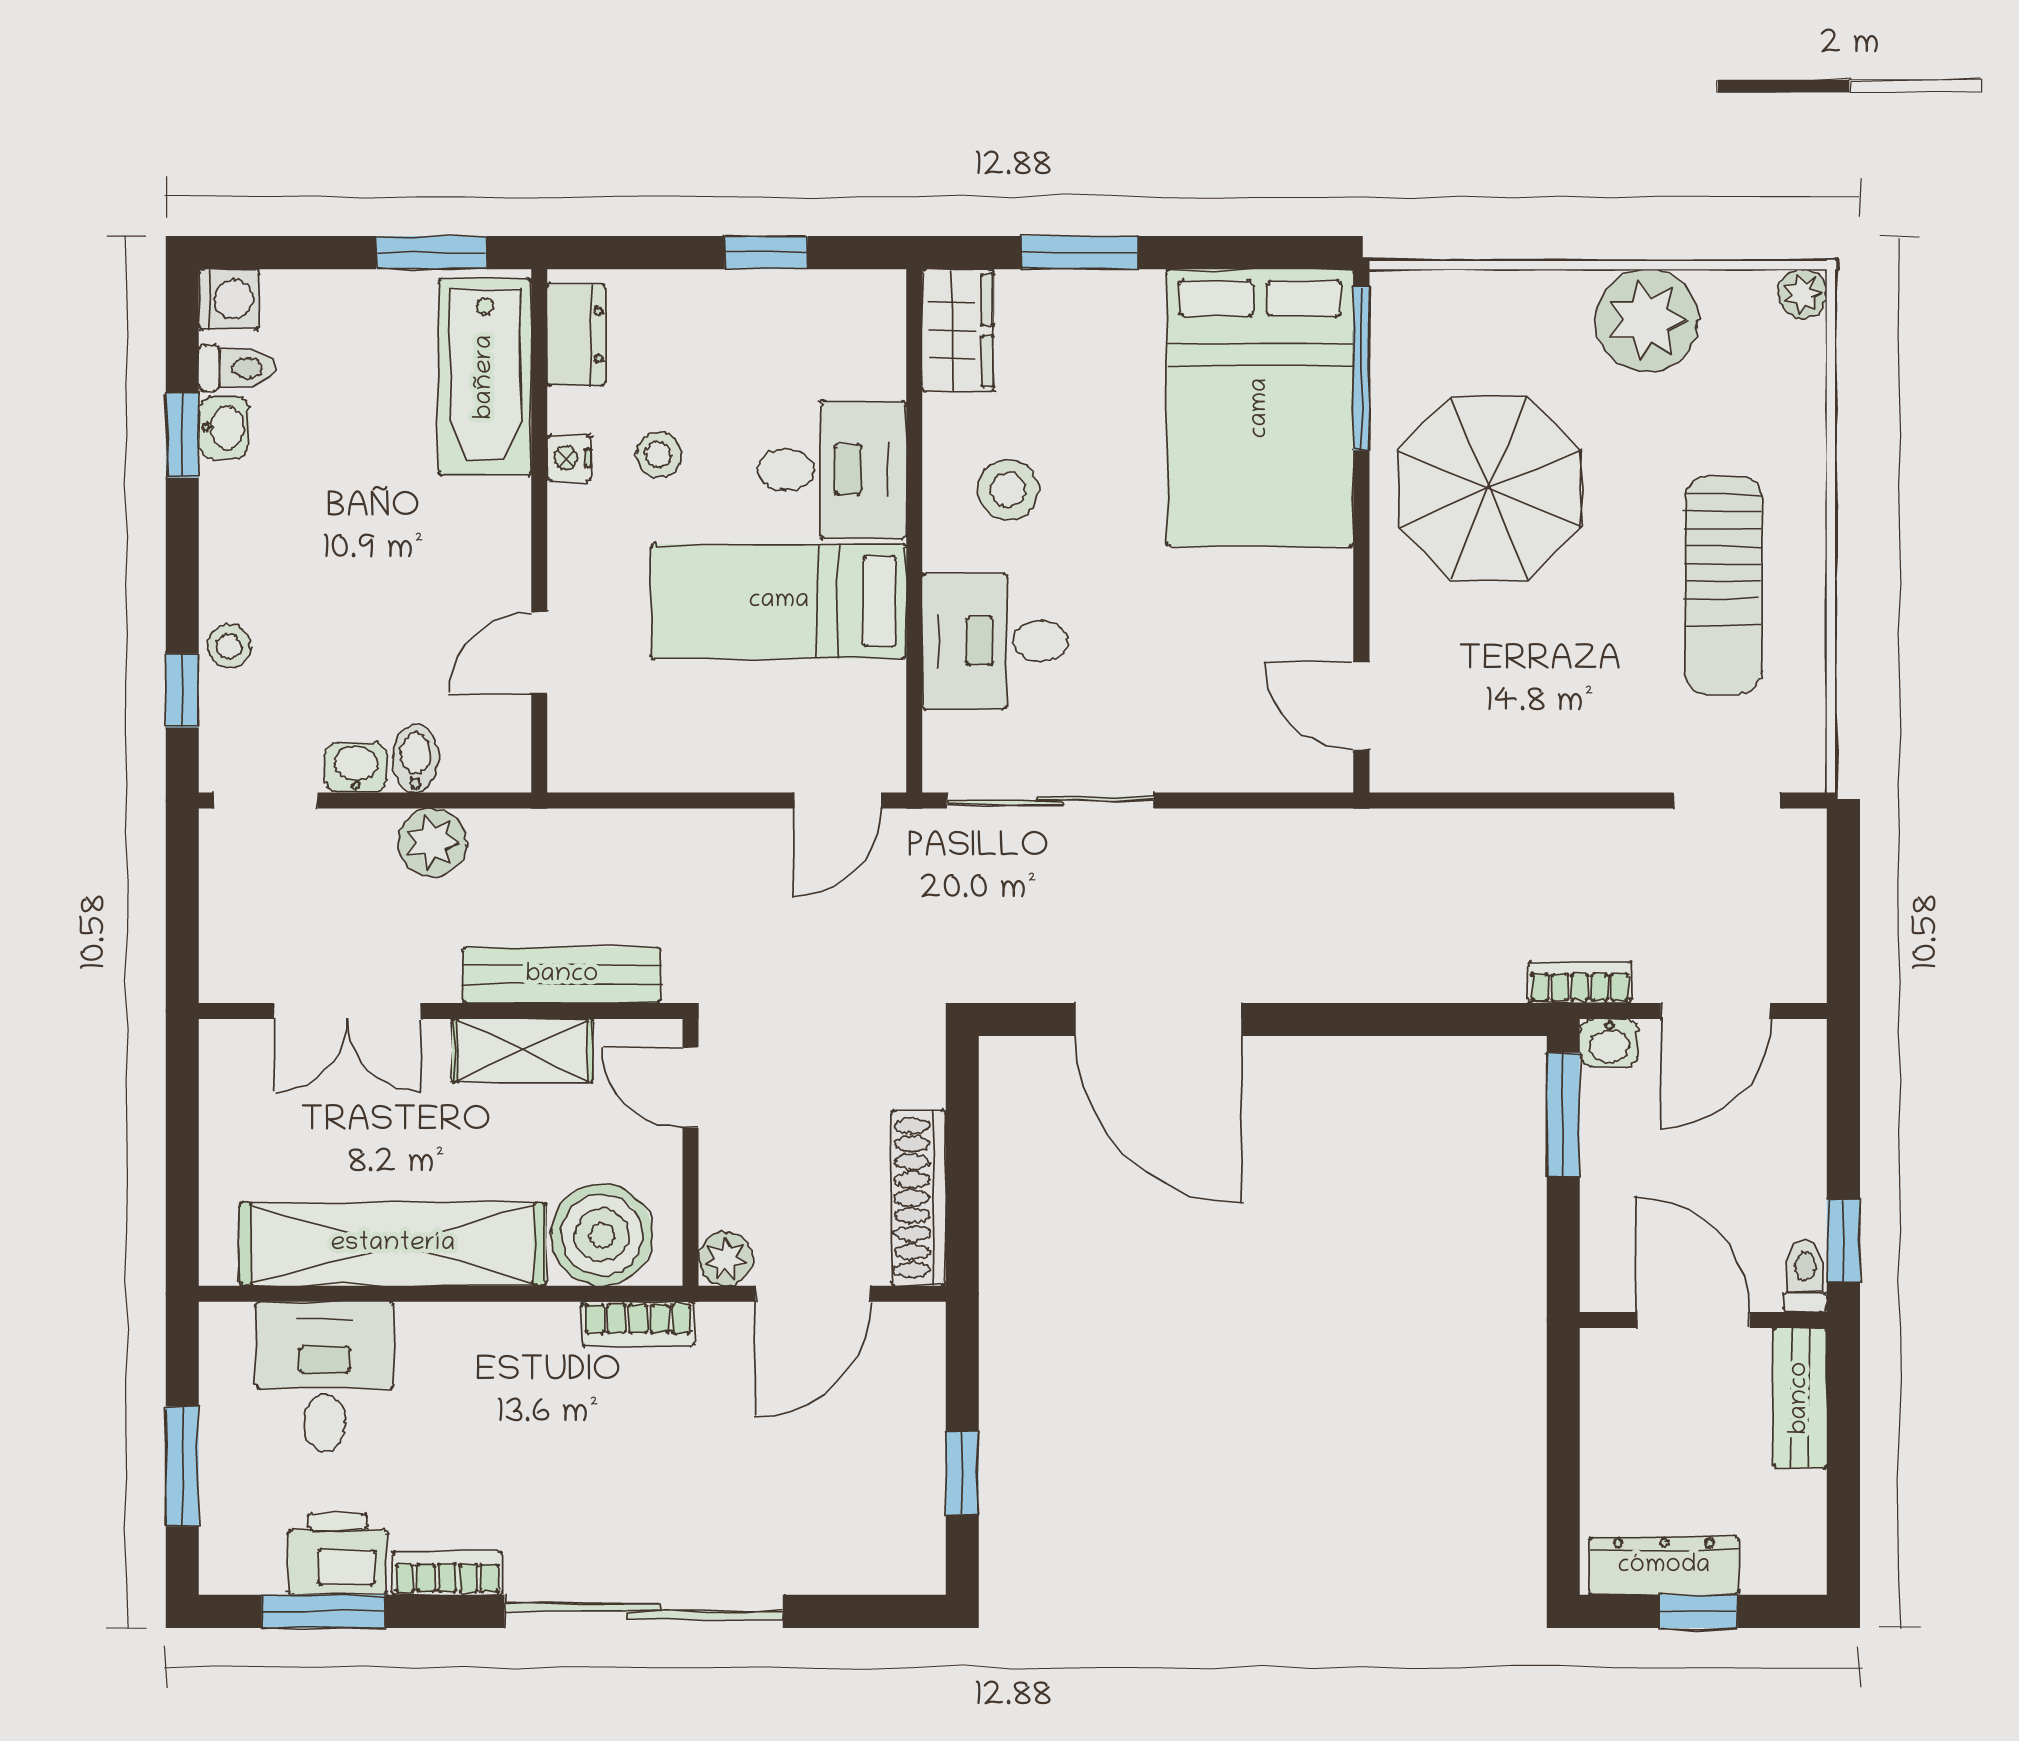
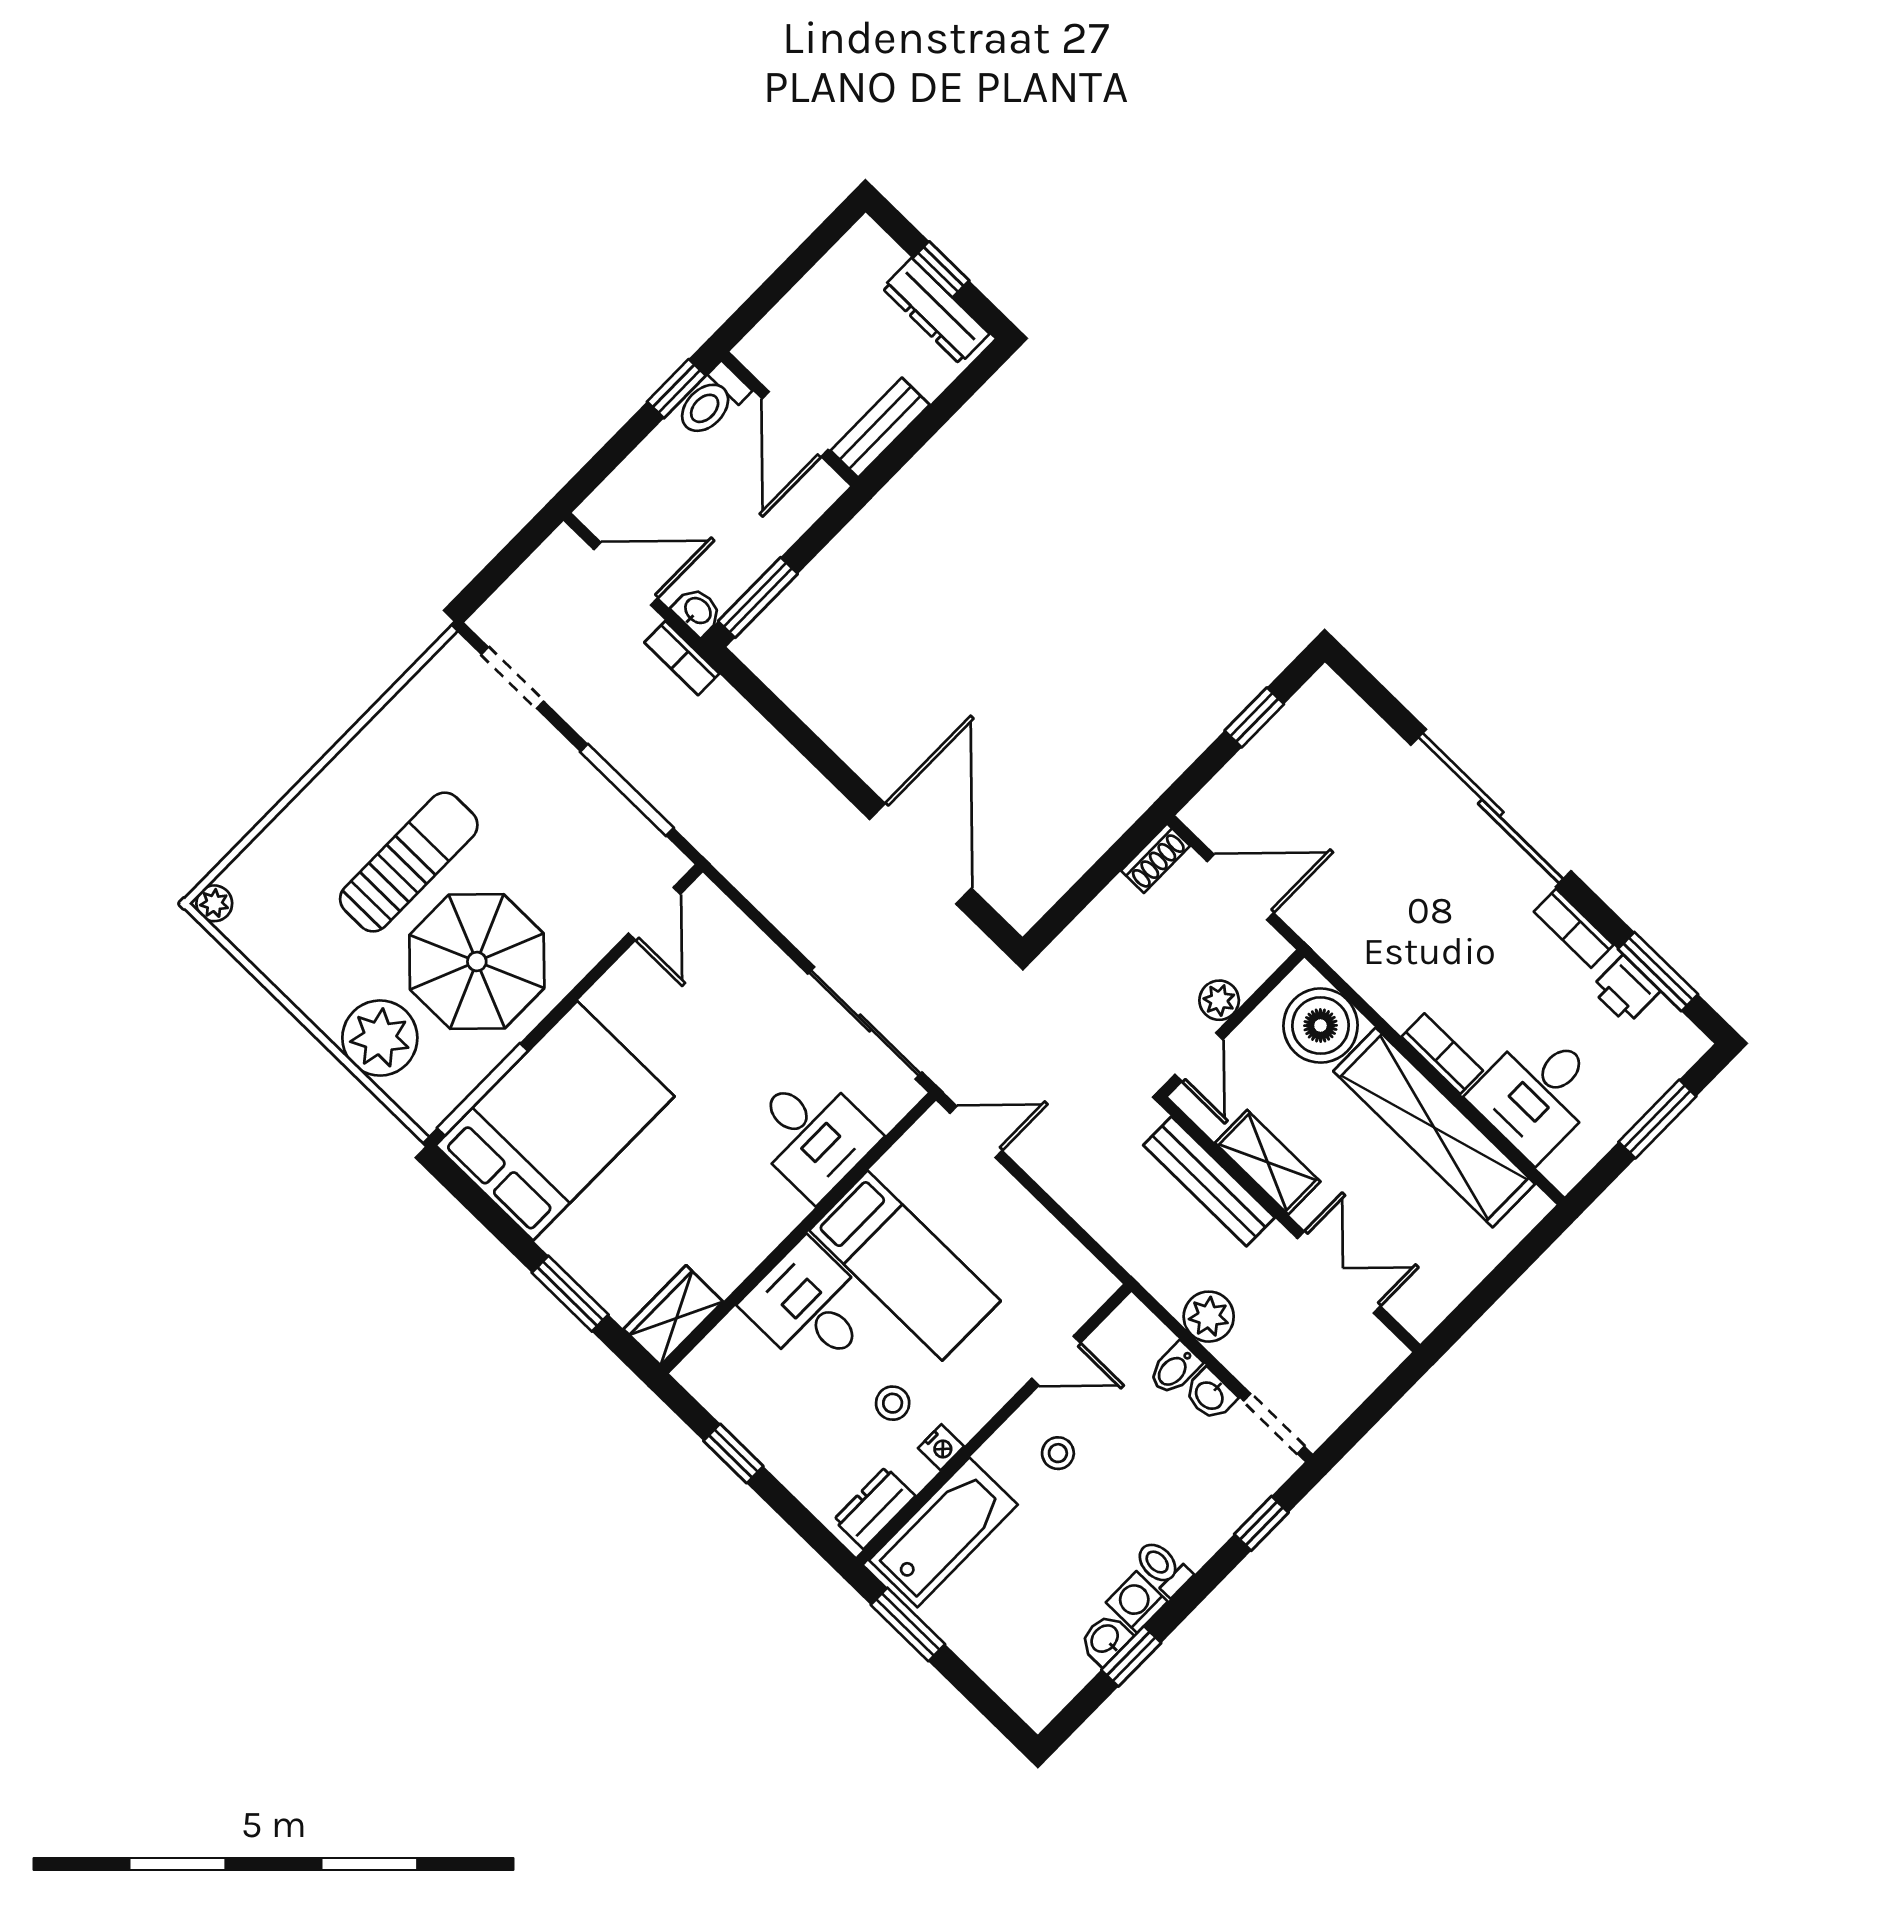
washing machine: (229, 299) -> (1137, 1602), moved
plant: (1647, 321) -> (380, 1038), moved
toilet: (237, 368) -> (1163, 1567), moved
stool: (1008, 490) -> (728, 1207), removed
sun lounger: (1723, 585) -> (409, 862), moved
stool: (229, 646) -> (1058, 1453), moved
window: (1507, 800) -> (627, 790), added
shoe rack: (919, 1198) -> (1156, 858), width x0.51, depth x0.81
plant: (725, 1259) -> (1219, 1000), moved
toilet: (1805, 1276) -> (712, 401), width x1.37, depth x1.39
bookcase: (638, 1324) -> (1442, 1054), moved
bench: (1800, 1398) -> (880, 428), moved
printer: (338, 1554) -> (1625, 990), width x0.73, depth x0.81

